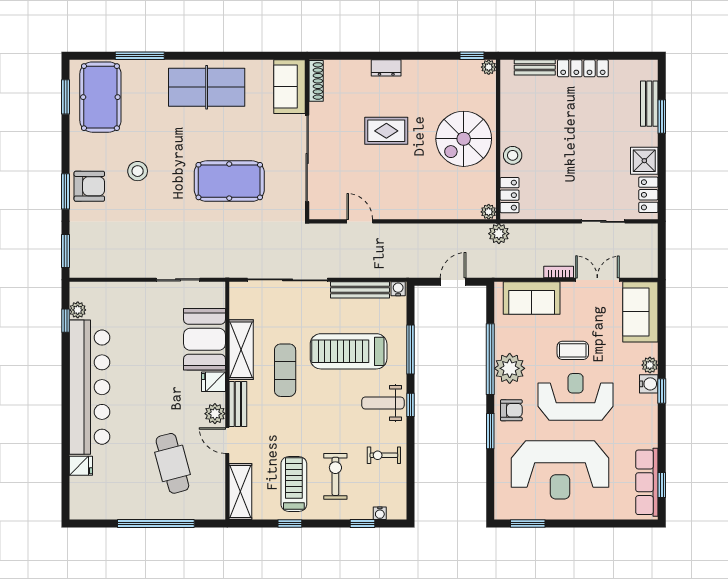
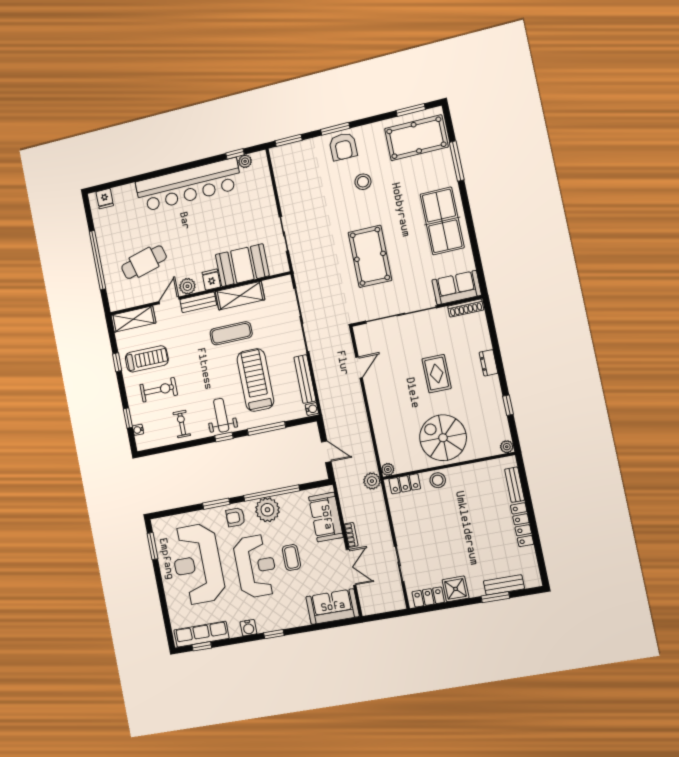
window: (472, 56) -> (508, 405), moved
plant: (650, 365) -> (292, 621), removed
water cooler: (649, 384) -> (248, 628), moved
armchair: (511, 410) -> (235, 517), turned 90
fridge: (81, 466) -> (105, 199), moved

